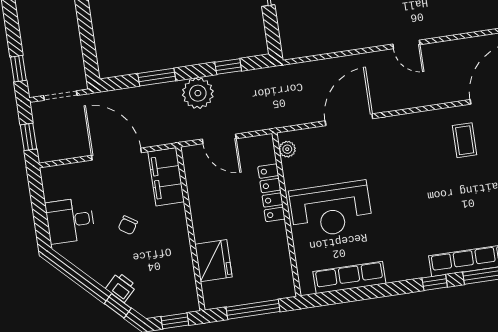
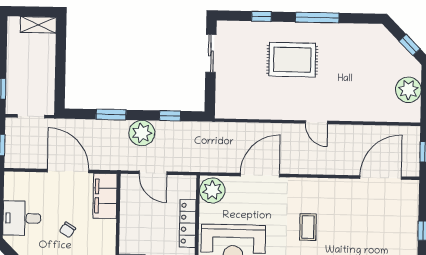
coffee table: (465, 140) -> (308, 227), moved
plant: (287, 149) -> (212, 190), width x1.87, depth x1.87

